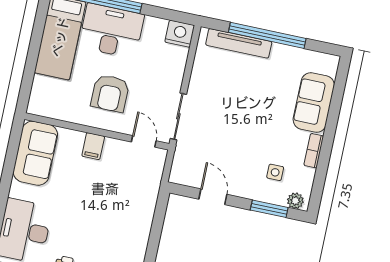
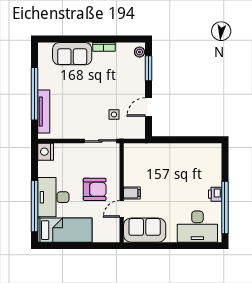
door: (144, 141) -> (122, 209), moved
side table: (275, 172) -> (114, 115), moved

